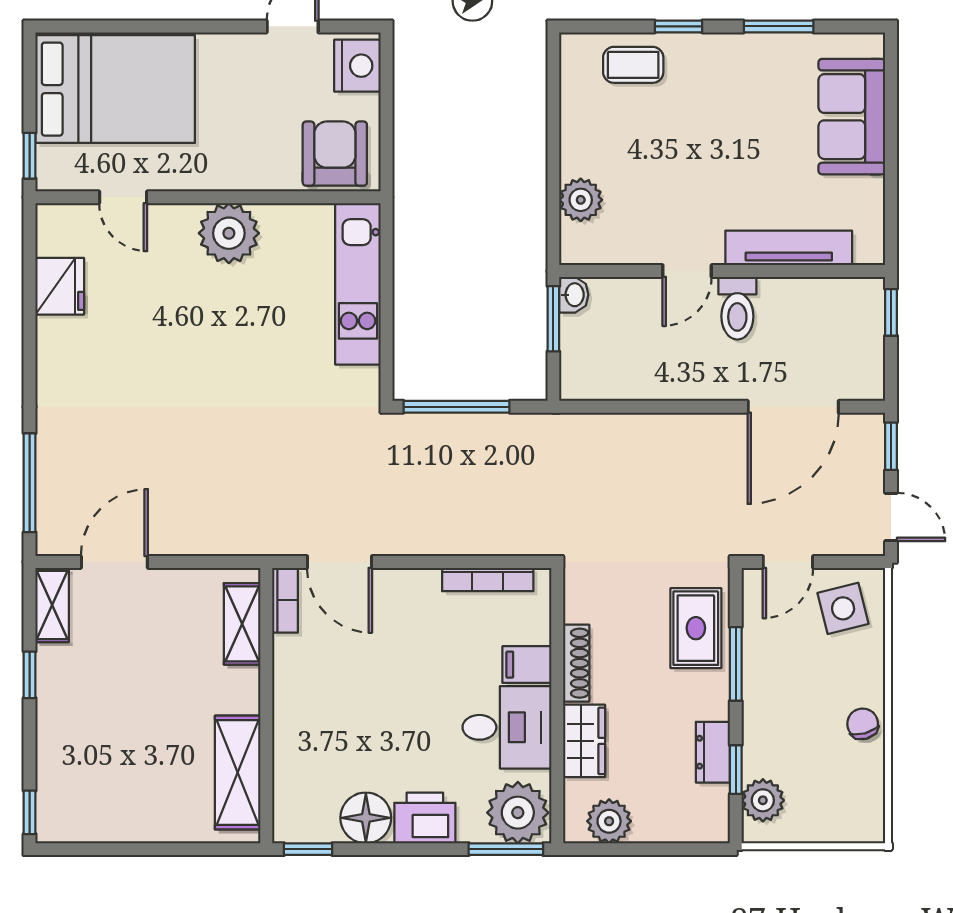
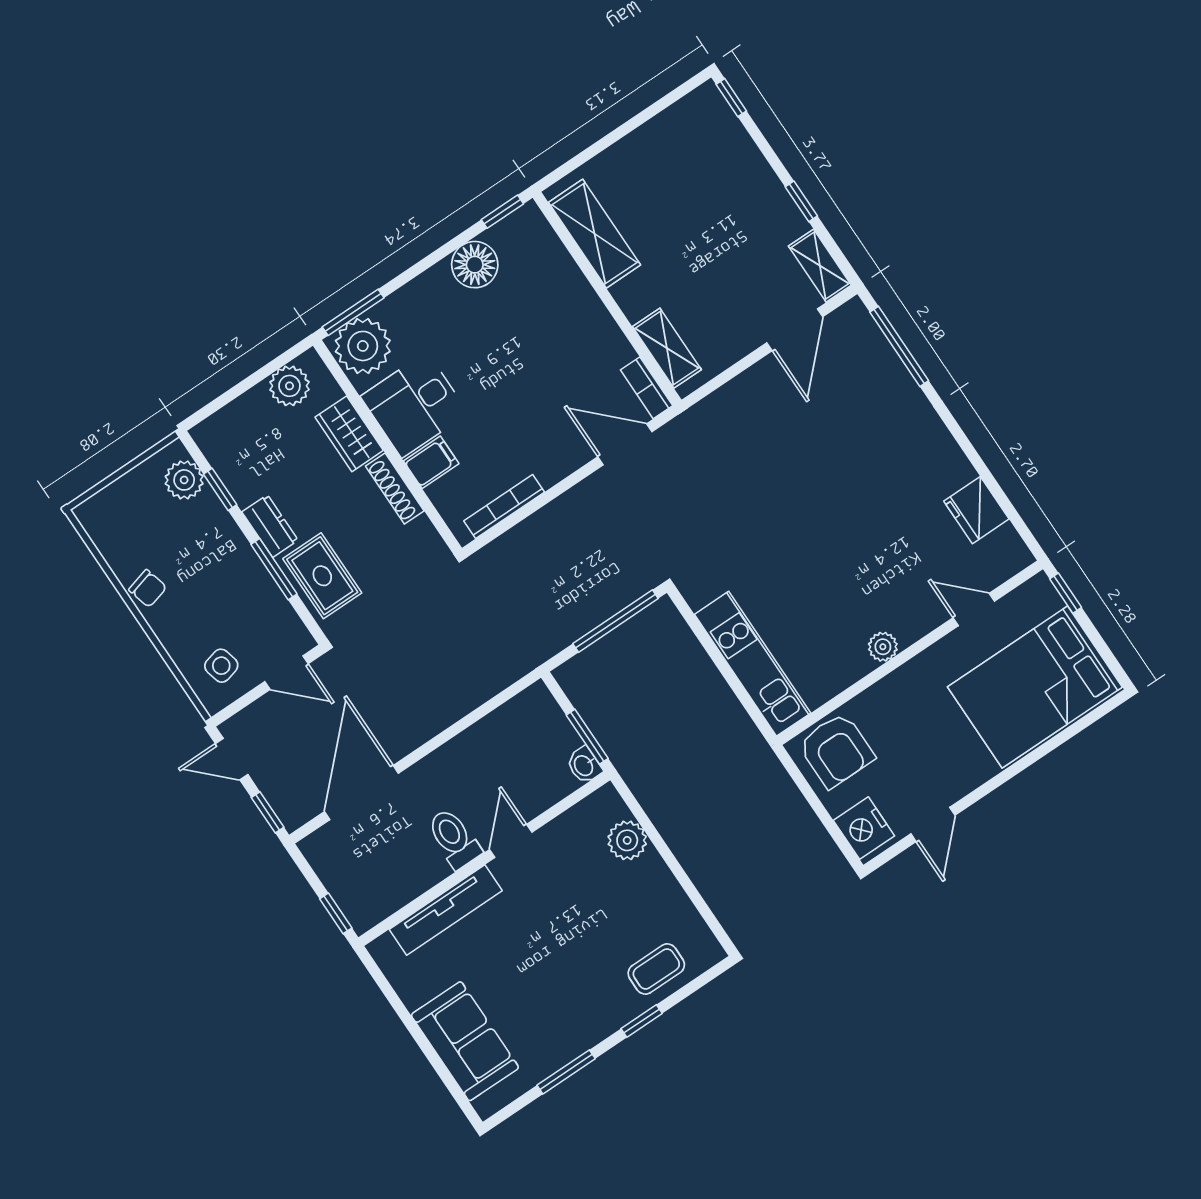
plant: (229, 233) -> (883, 647), width x0.53, depth x0.53
door: (788, 562) -> (287, 673), swing flipped
side table: (843, 608) -> (221, 666), width x0.73, depth x0.73
dresser: (713, 752) -> (270, 526), moved
printer: (425, 818) -> (430, 295), removed

